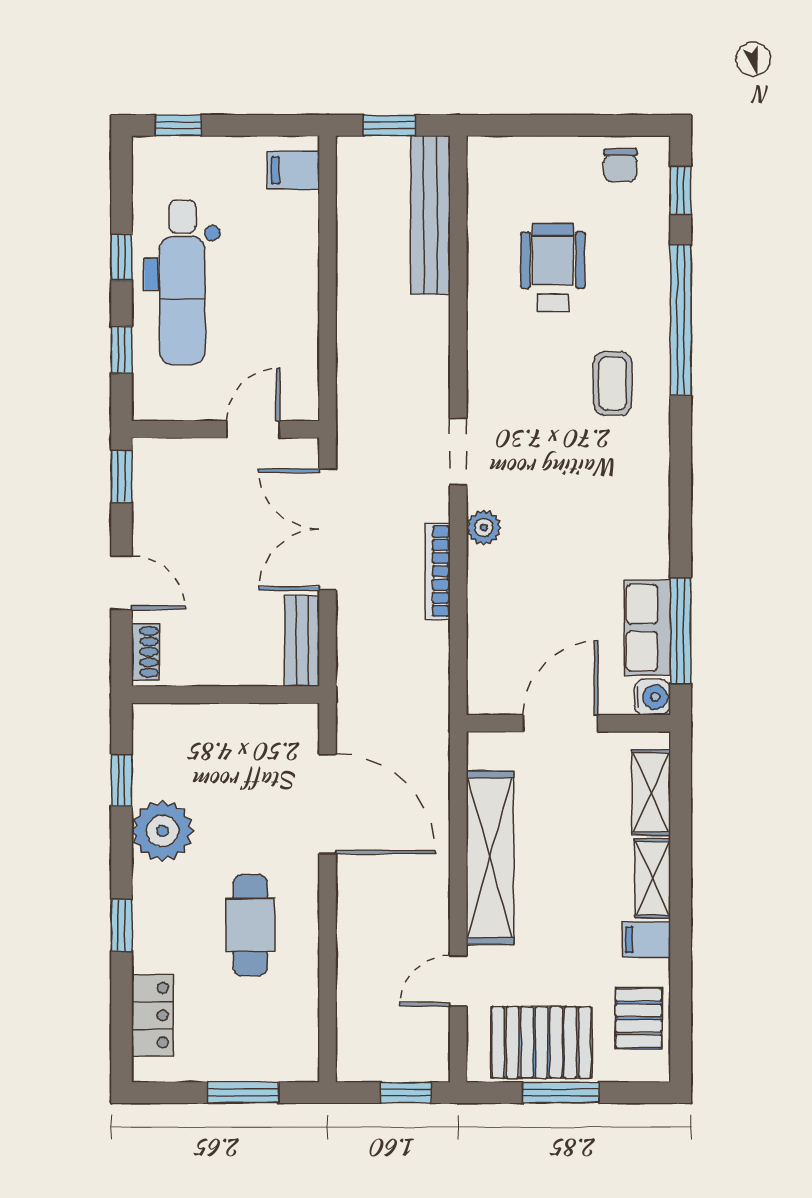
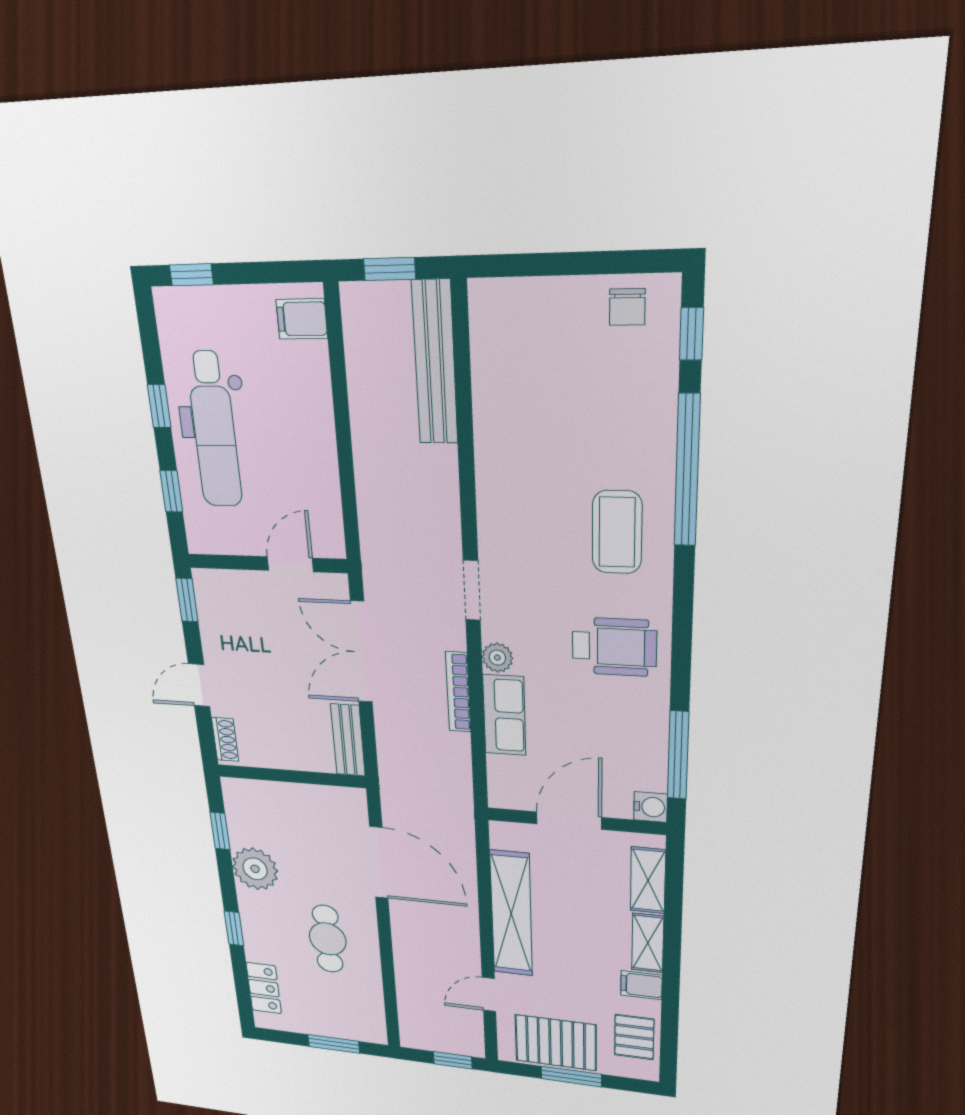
wheelchair: (553, 267) -> (614, 647), moved, turned 90
coffee table: (613, 384) -> (617, 532), width x1.36, depth x1.30
door: (121, 583) -> (199, 685), swing flipped
row of seats: (647, 628) -> (504, 715), moved, turned 180

